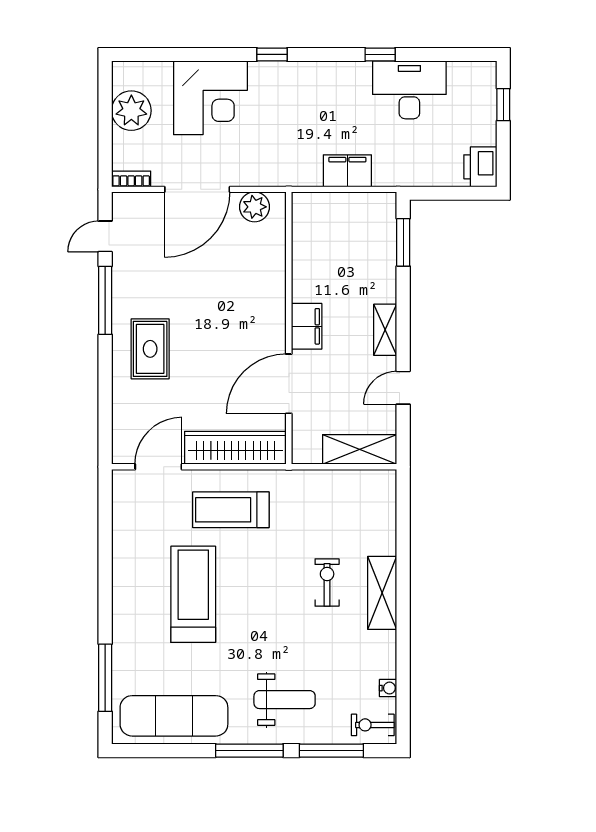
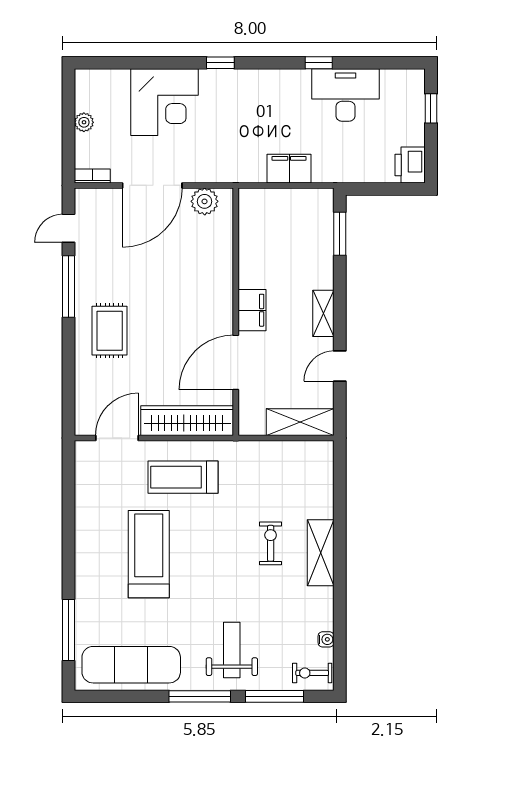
plant: (131, 111) -> (84, 122), width x0.53, depth x0.53
weight bench: (285, 700) -> (232, 650), turned -90

